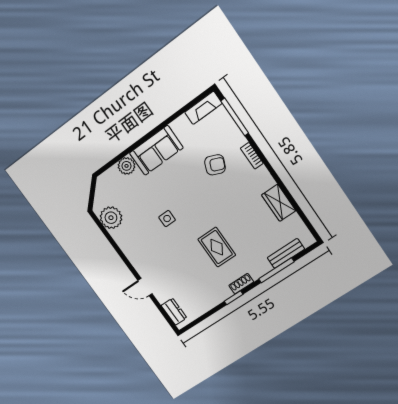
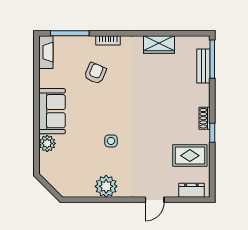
plant: (111, 218) -> (106, 186), moved
rug: (217, 247) -> (190, 156), moved
window: (276, 270) -> (212, 59), moved

